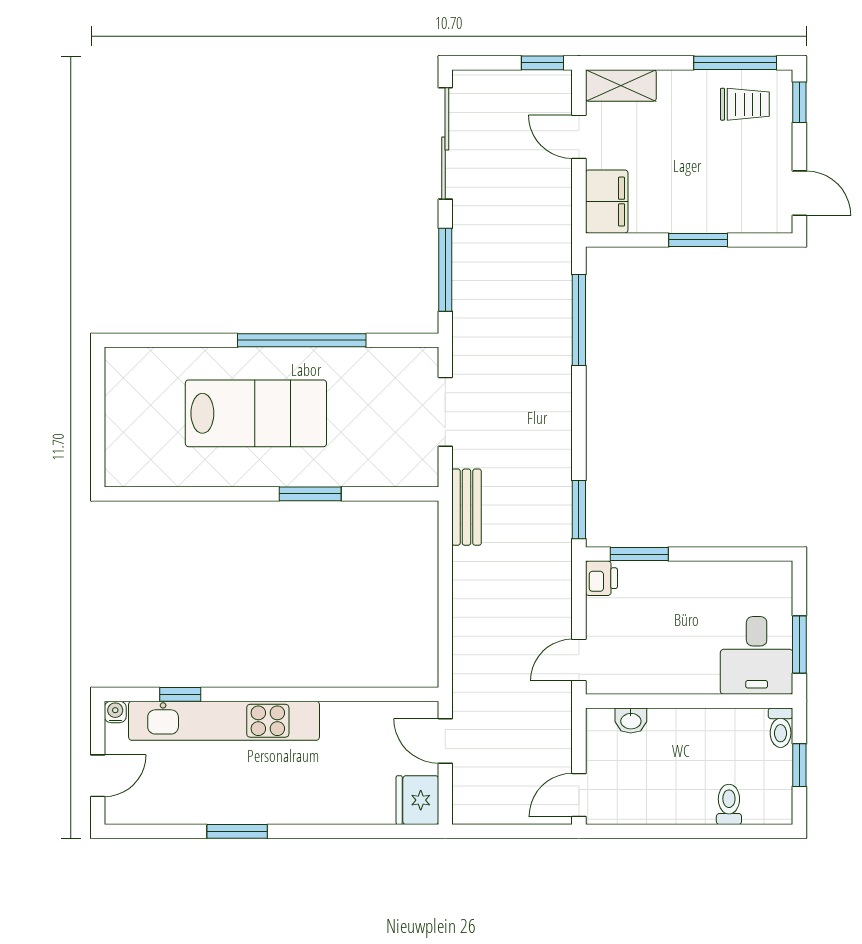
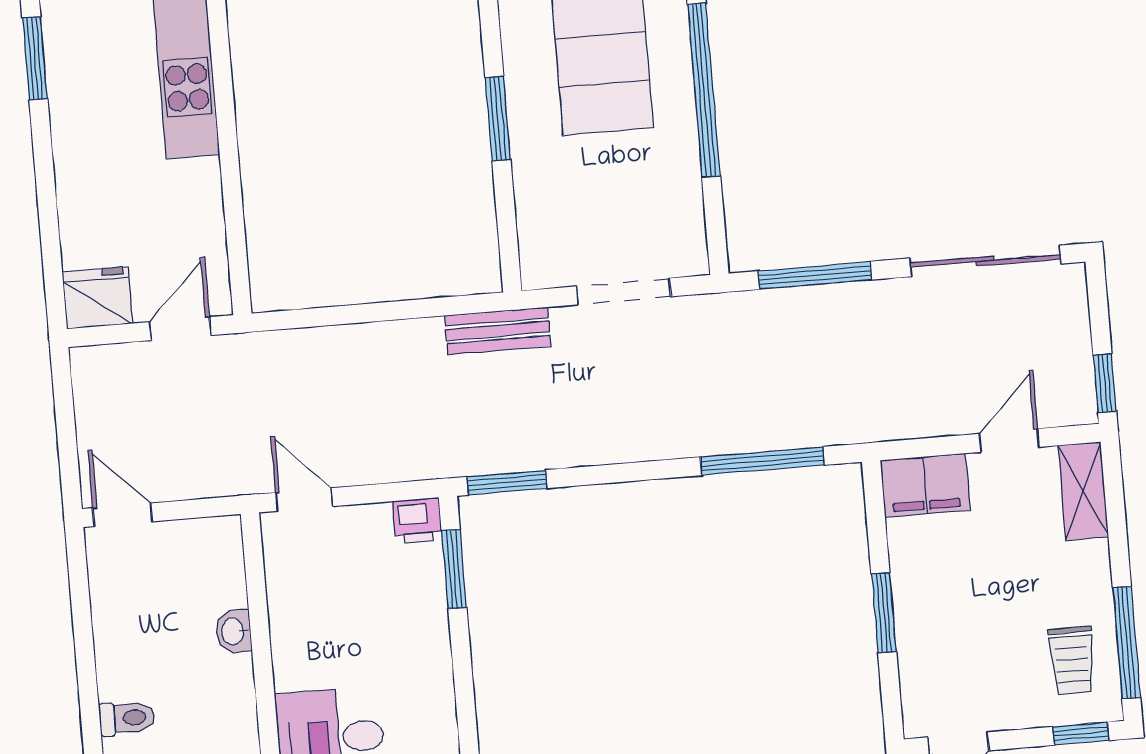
washbasin: (631, 720) -> (234, 631), moved

